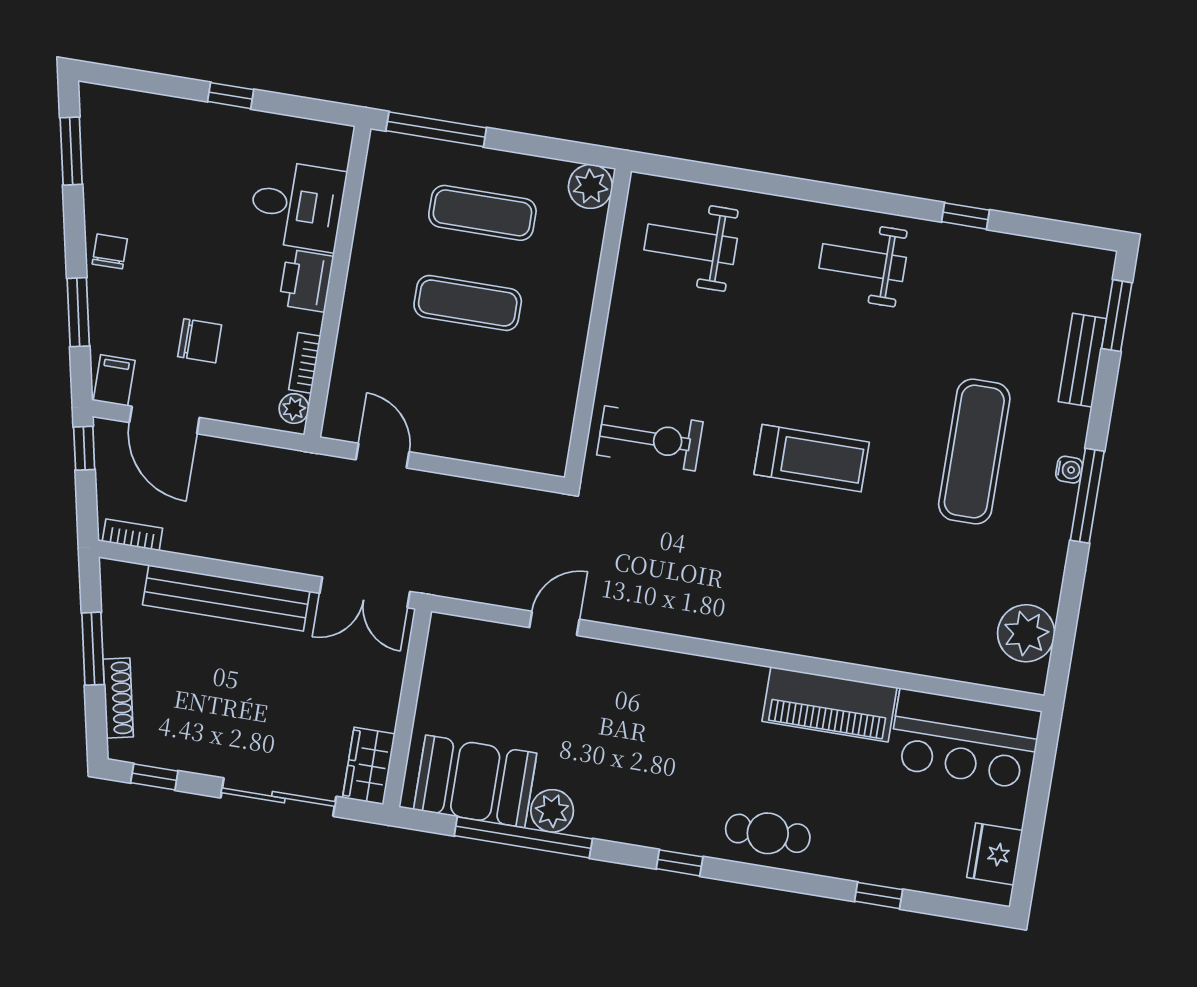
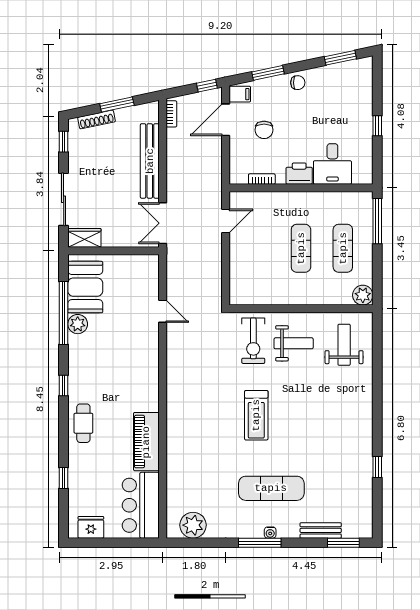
weight bench: (863, 263) -> (294, 343), moved, turned 90
plant: (294, 409) -> (240, 178), removed

